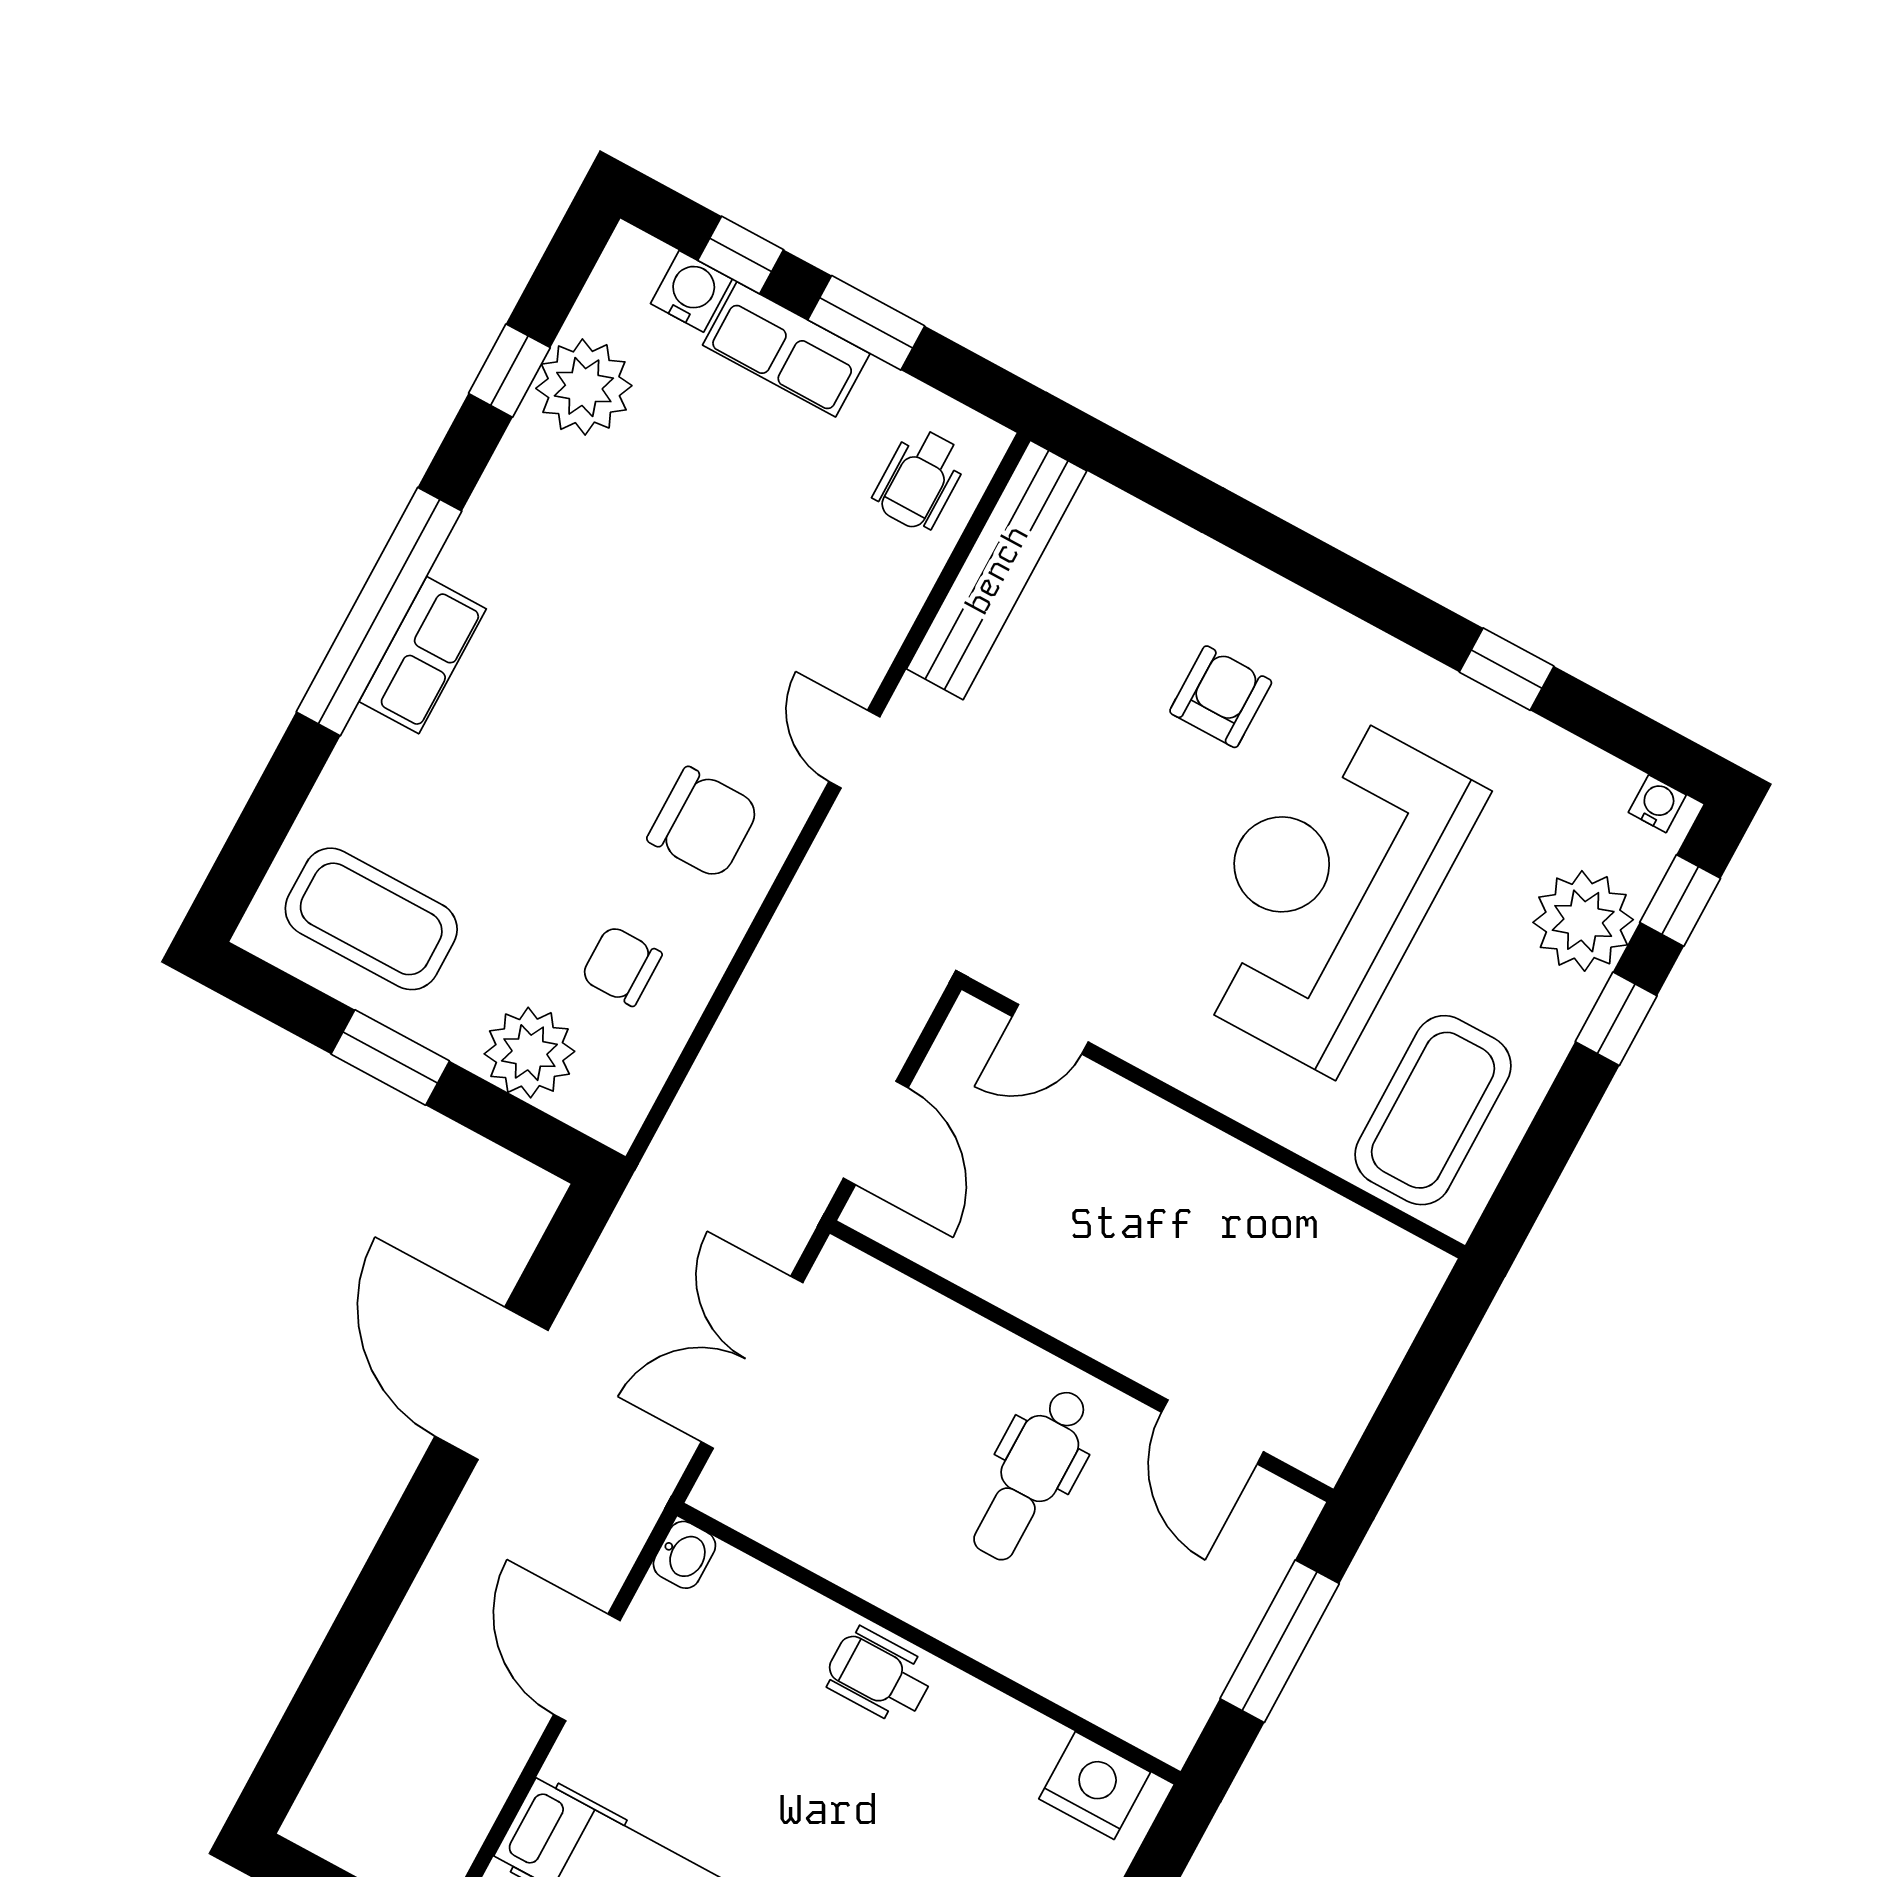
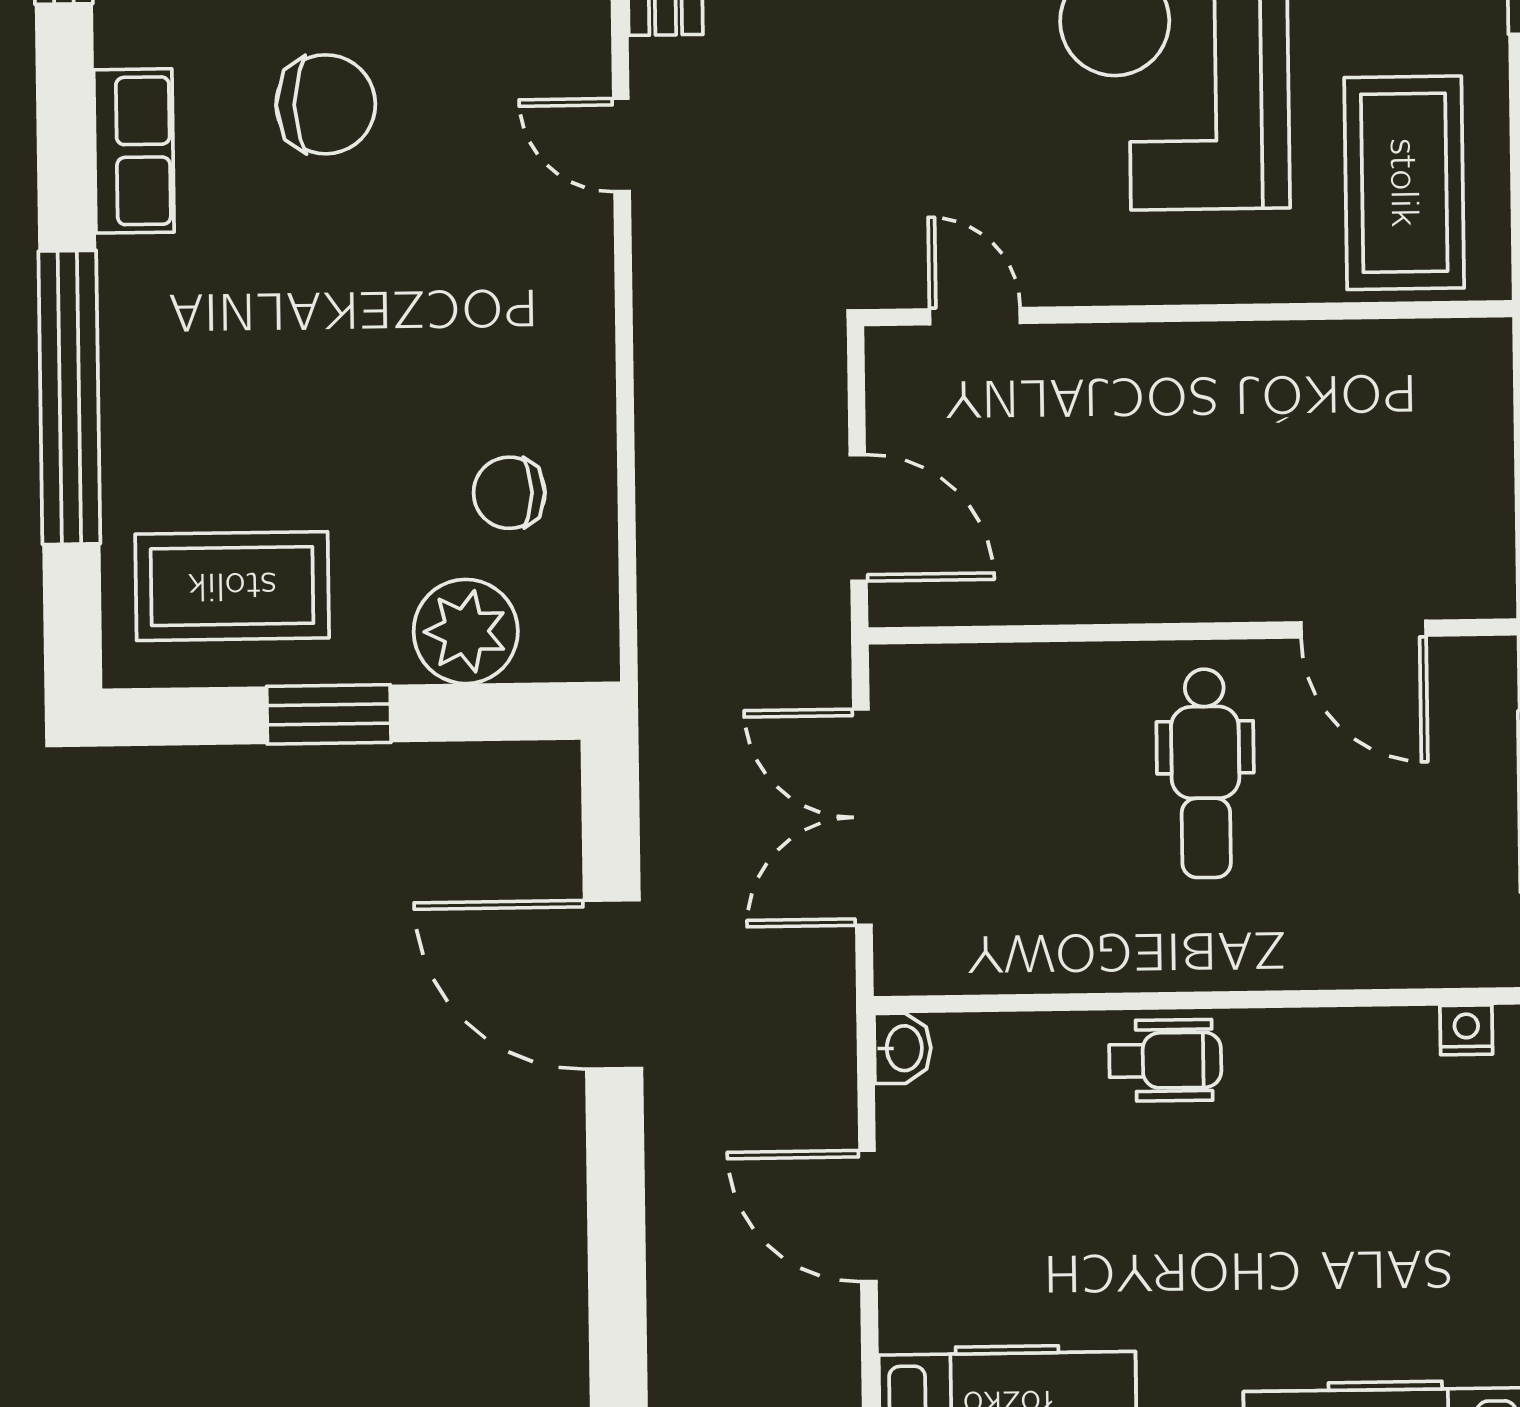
window: (379, 612) -> (69, 397), moved
row of seats: (423, 655) -> (134, 151), moved
chair: (704, 823) -> (326, 104), moved
door: (1050, 1029) -> (975, 316), swing flipped
wheelchair: (879, 1676) -> (1165, 1060), turned 180
nightstand: (1095, 1786) -> (1466, 1030), width x0.53, depth x0.56

